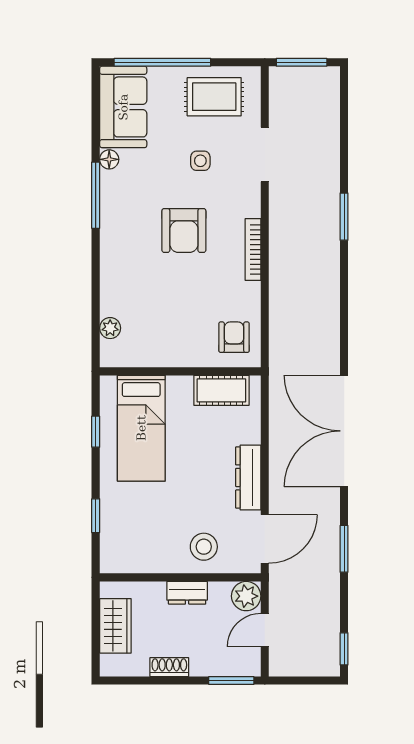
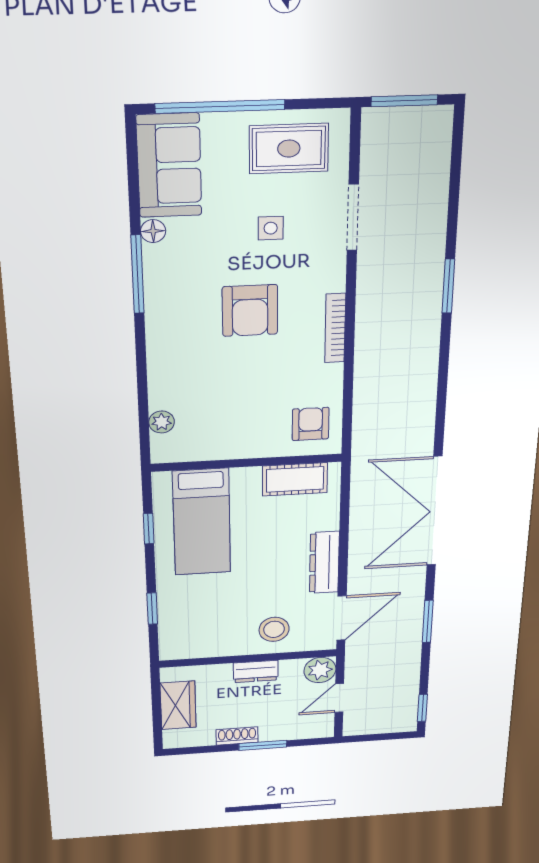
window: (231, 680) -> (263, 745), moved

